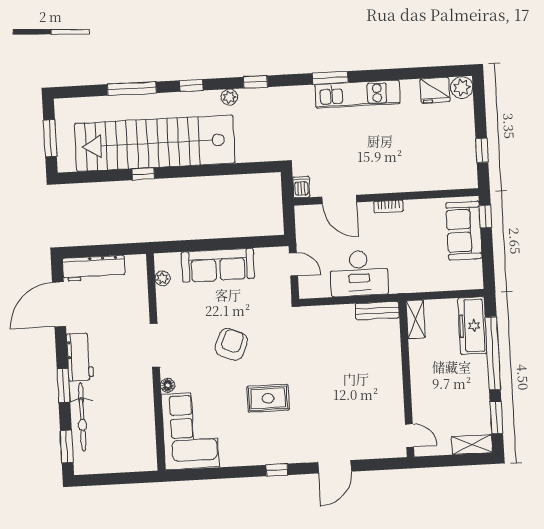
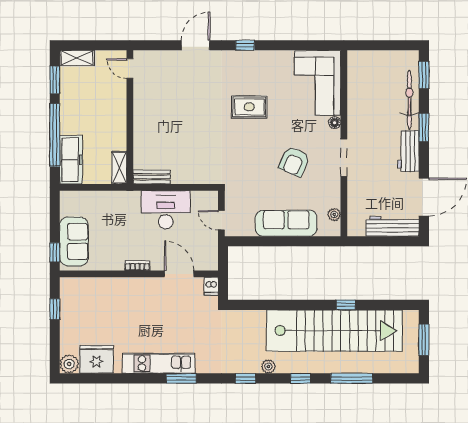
fridge: (435, 90) -> (97, 359), width x1.36, depth x1.34
armchair: (231, 344) -> (294, 162), moved

